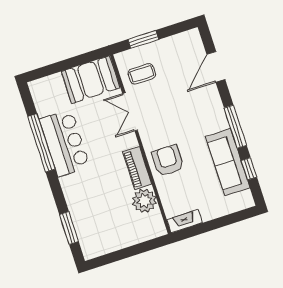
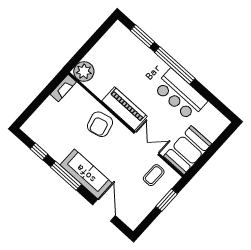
window: (41, 143) -> (175, 65), moved
armchair: (168, 161) -> (100, 124), turned 76
sofa: (228, 162) -> (86, 174), moved
piano: (137, 168) -> (125, 109), width x1.37, depth x1.33
plant: (144, 201) -> (84, 71), moved

